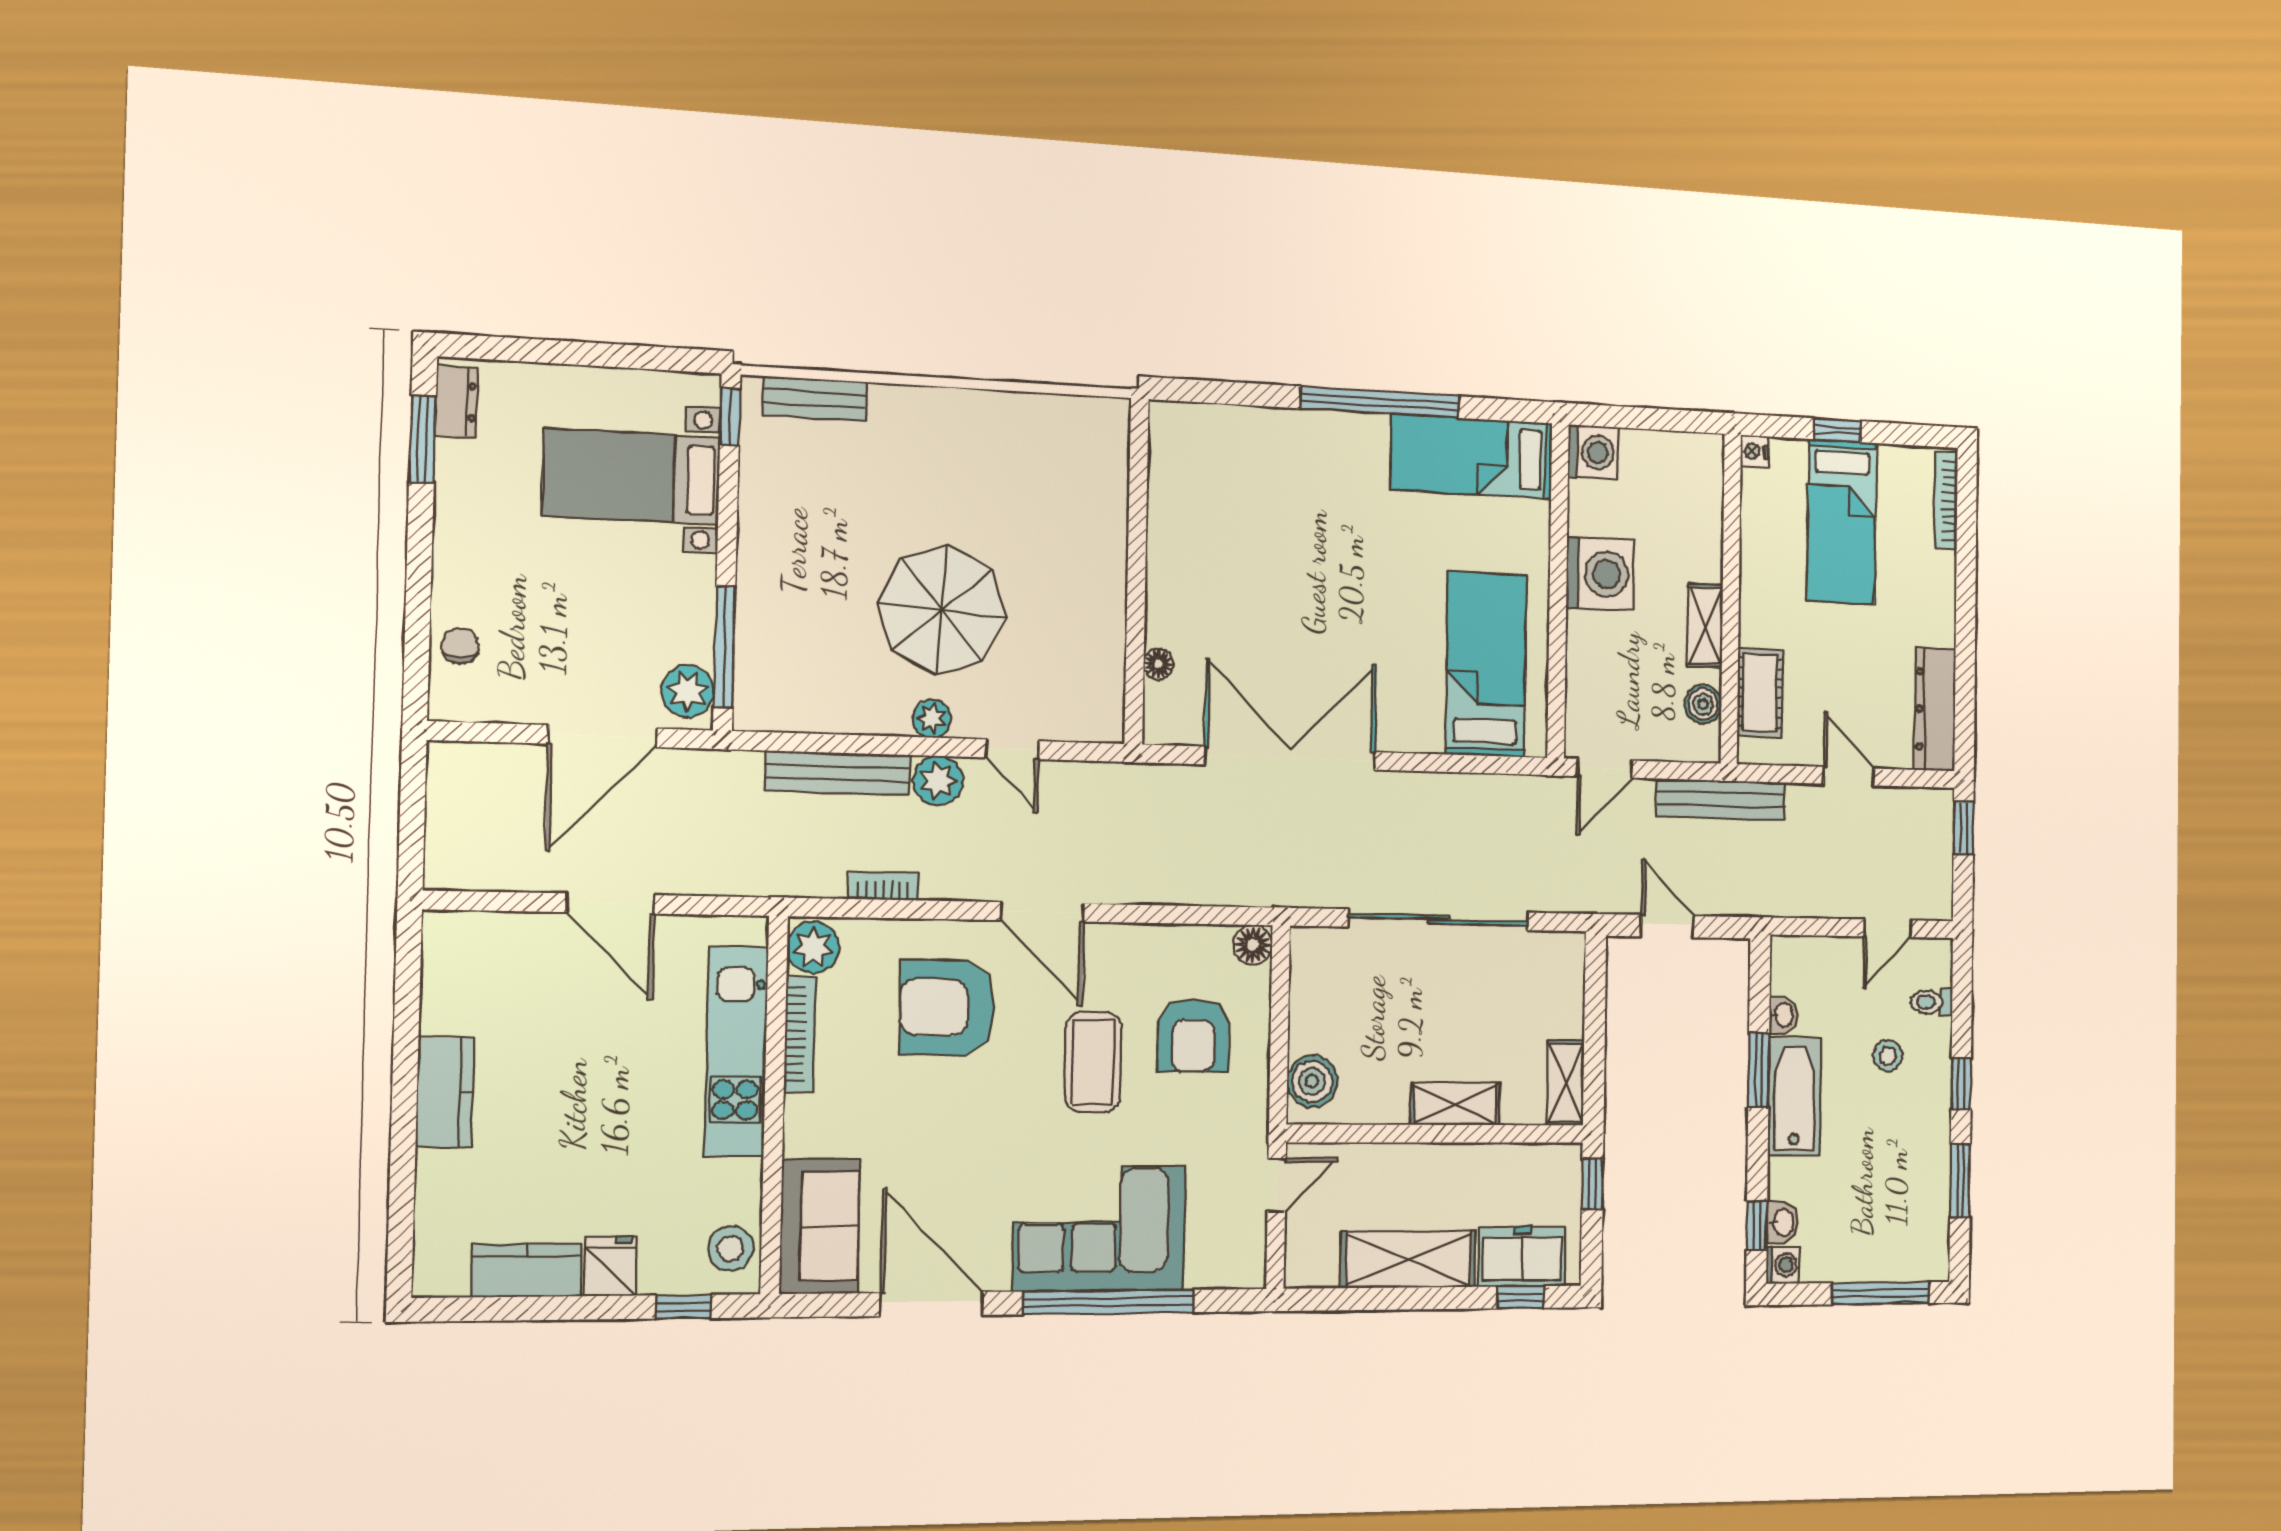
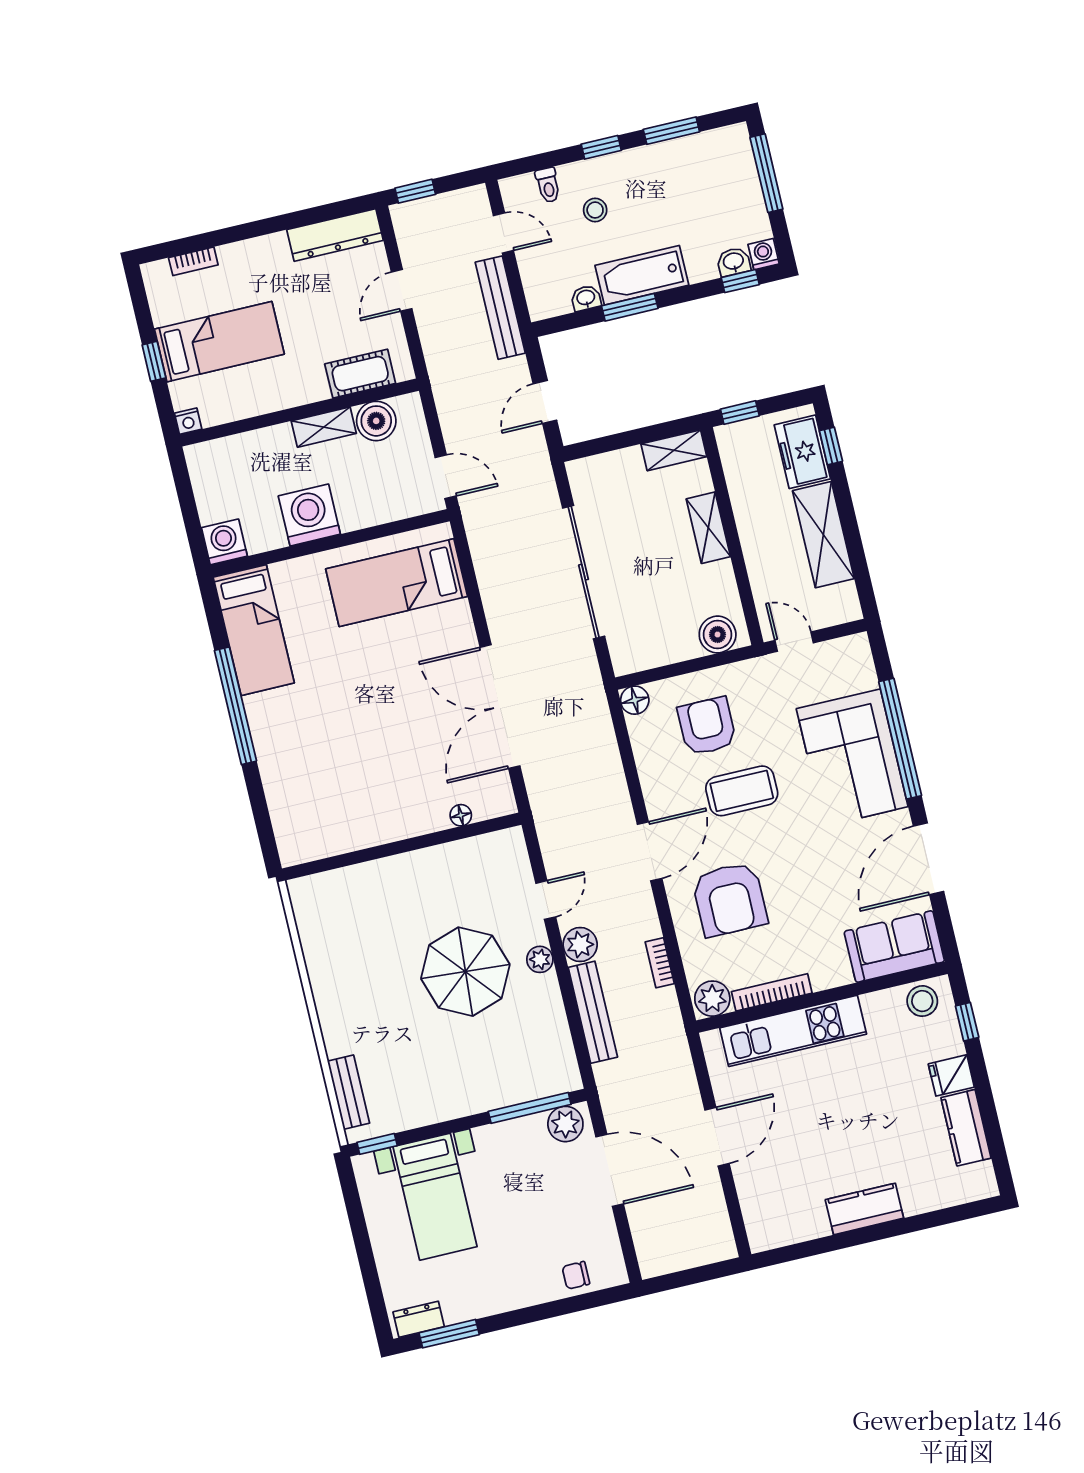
bookcase: (1946, 501) -> (193, 261), width x0.64
boiler: (1703, 704) -> (376, 421), width x1.36, depth x1.36
bench: (1721, 800) -> (500, 308), moved
armchair: (1193, 1036) -> (707, 726), turned -90

